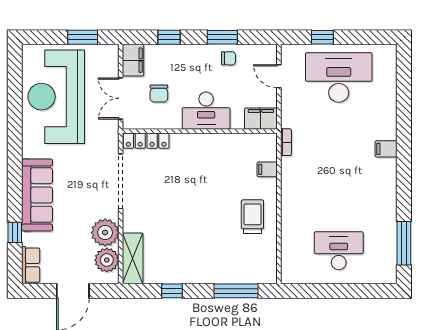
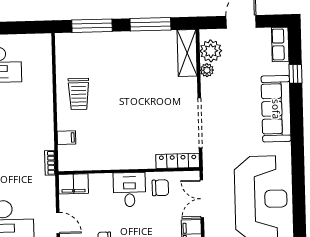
chair: (159, 94) -> (160, 188), moved, turned 90
double door: (121, 98) -> (202, 199), swing flipped
desk: (206, 111) -> (130, 190), width x0.73
plant: (105, 233) -> (207, 70), width x0.53, depth x0.53
window: (172, 291) -> (150, 24), width x2.17

